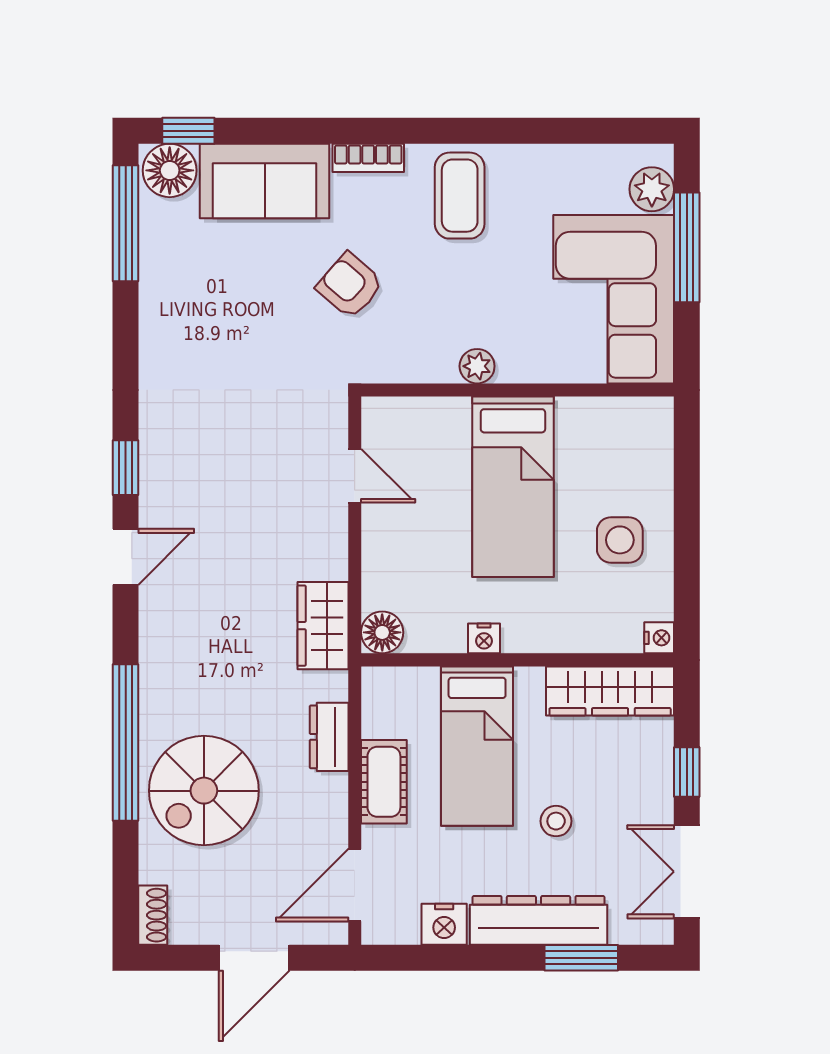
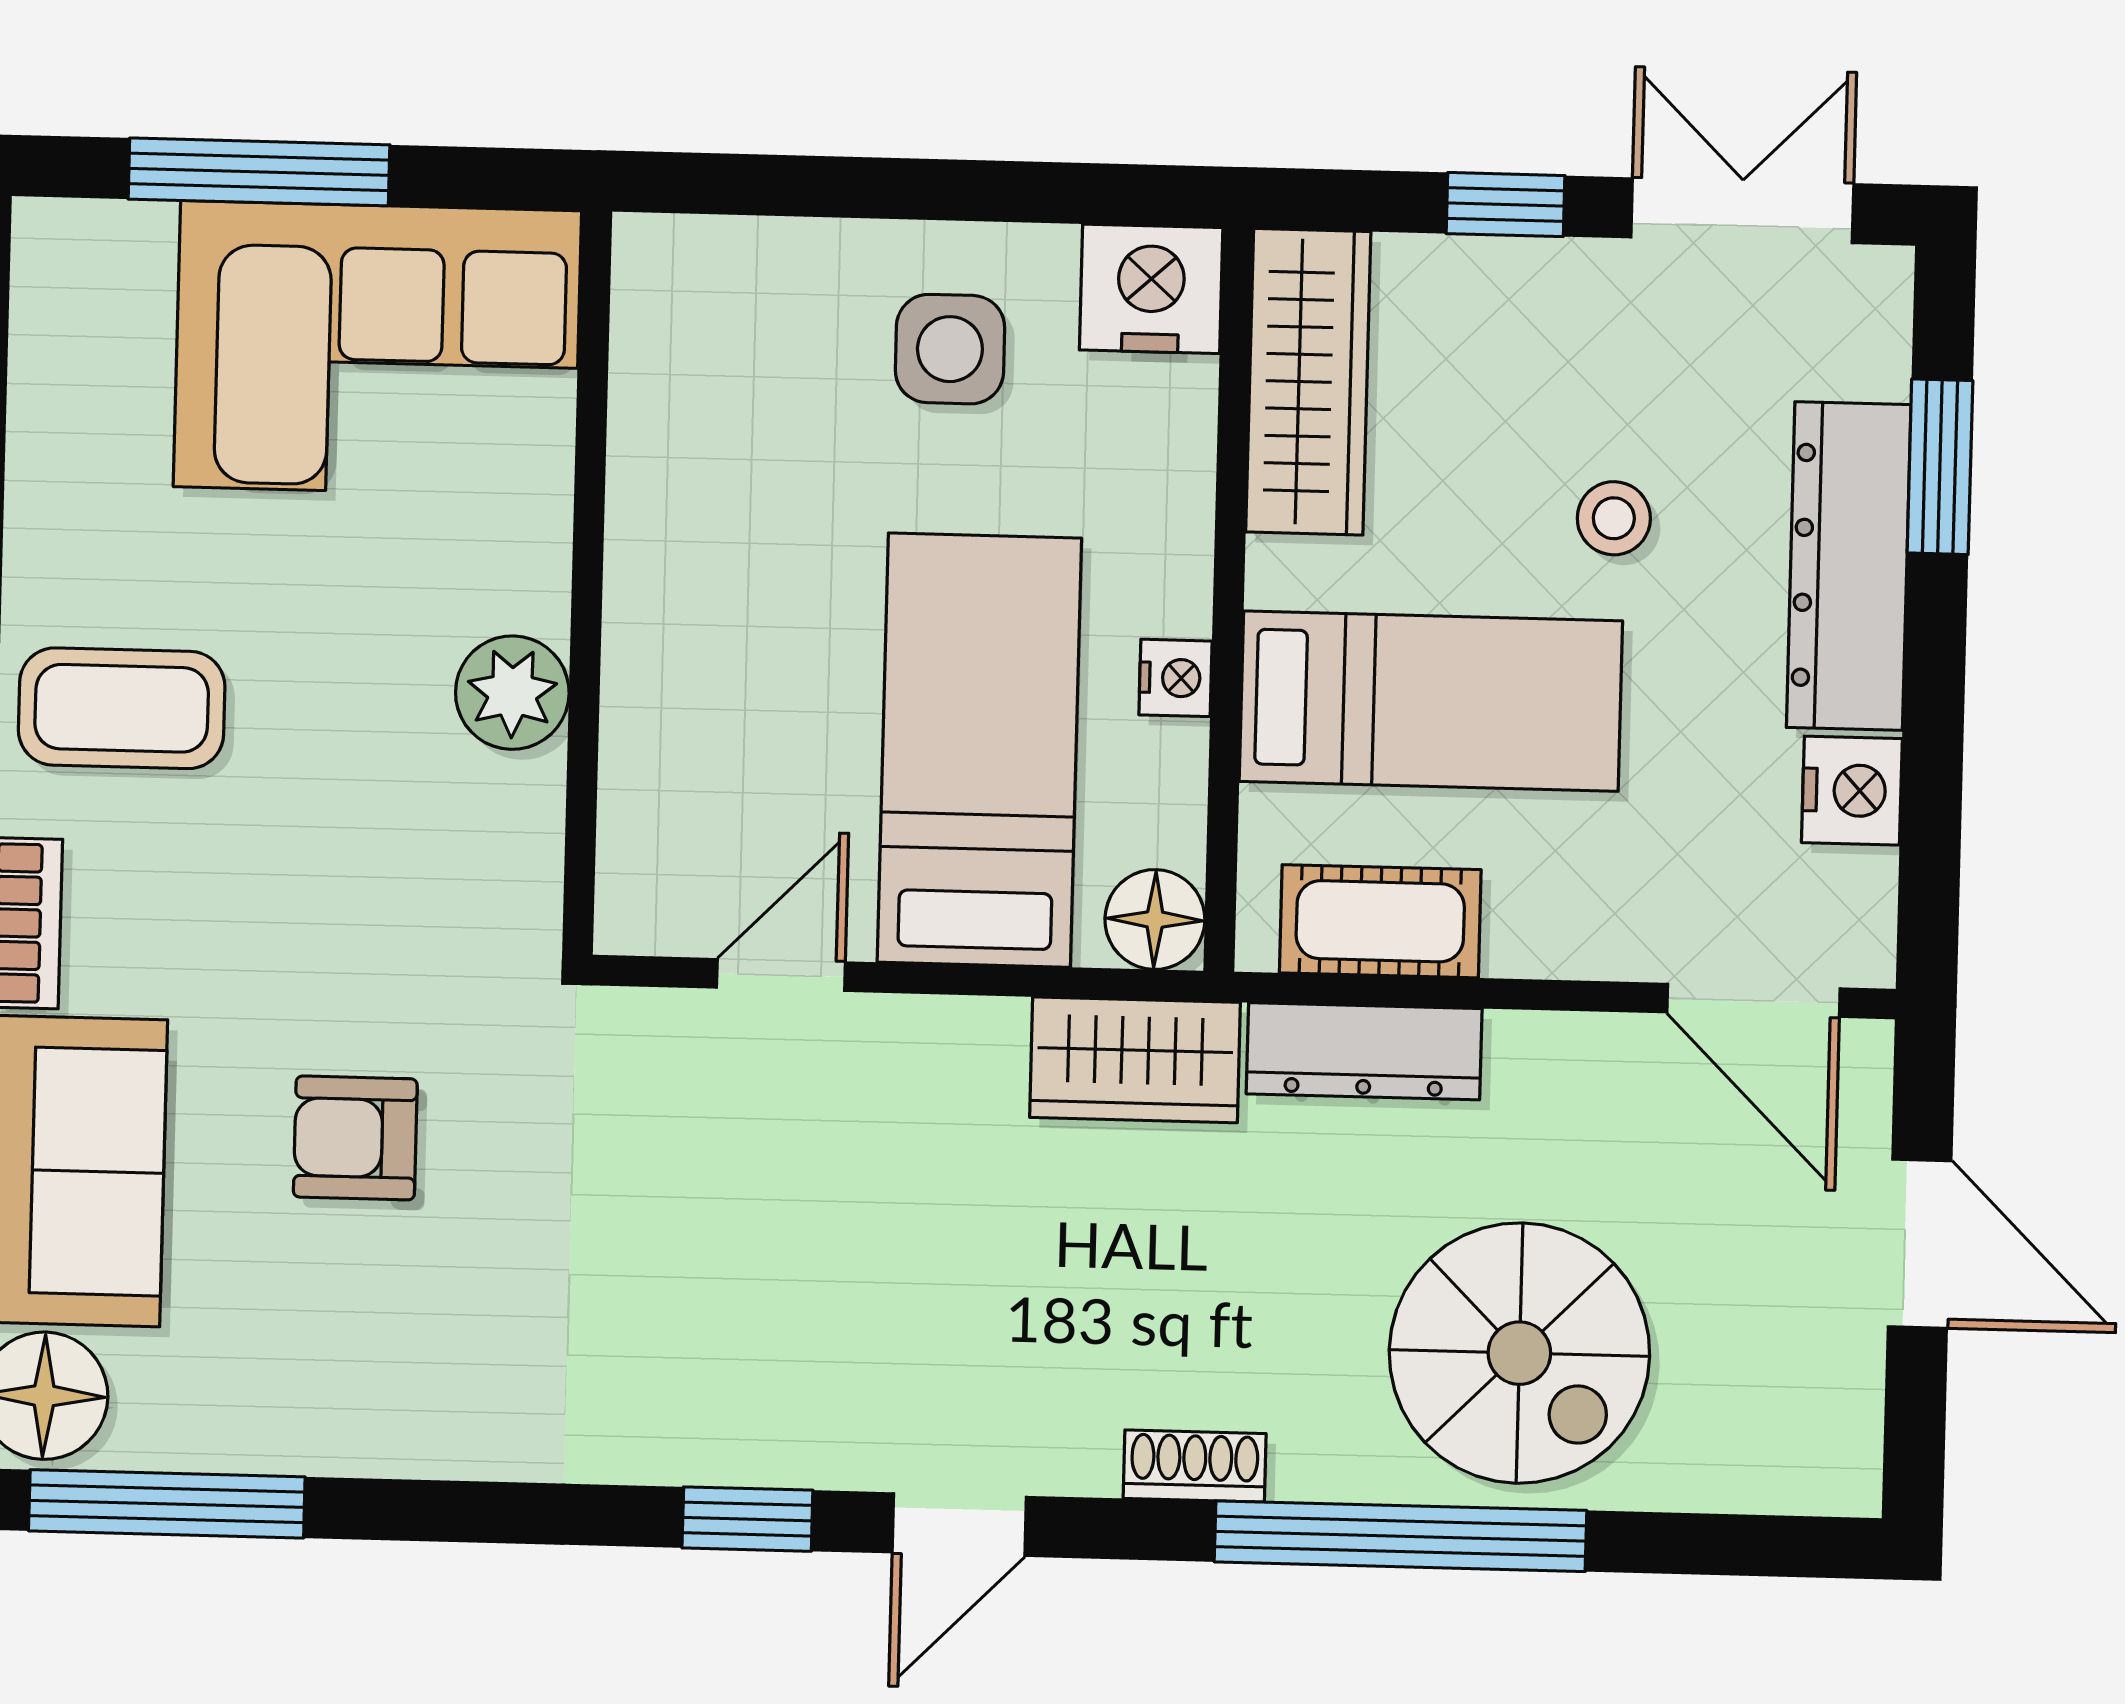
plant: (652, 189) -> (119, 251), removed
armchair: (350, 286) -> (355, 1138), moved, turned 49
plant: (477, 366) -> (512, 693), width x1.38, depth x1.38
bed: (513, 487) -> (979, 750), moved, turned -90
door: (126, 557) -> (959, 1525), swing flipped
nightstand: (659, 638) -> (1151, 289), width x1.89, depth x1.79
dresser: (329, 737) -> (1364, 1051), width x1.44
cot: (384, 782) -> (1380, 921), moved
double door: (687, 872) -> (1742, 211), swing flipped
shoe rack: (153, 915) -> (1195, 1466), moved

